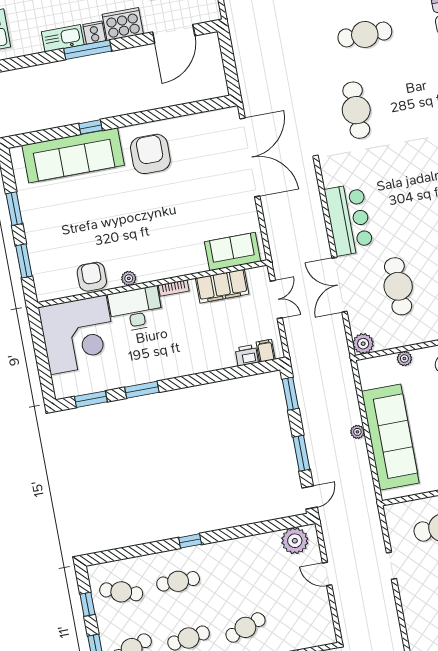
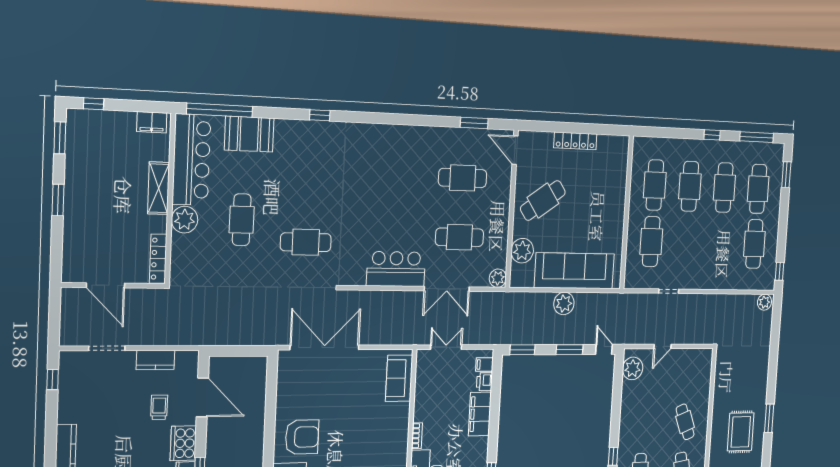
armchair: (150, 154) -> (302, 437), turned 180
filing cabinet: (222, 286) -> (480, 414), moved, turned 180
plant: (404, 359) -> (522, 251), width x1.88, depth x1.88
plant: (357, 432) -> (564, 303), width x1.87, depth x1.87

